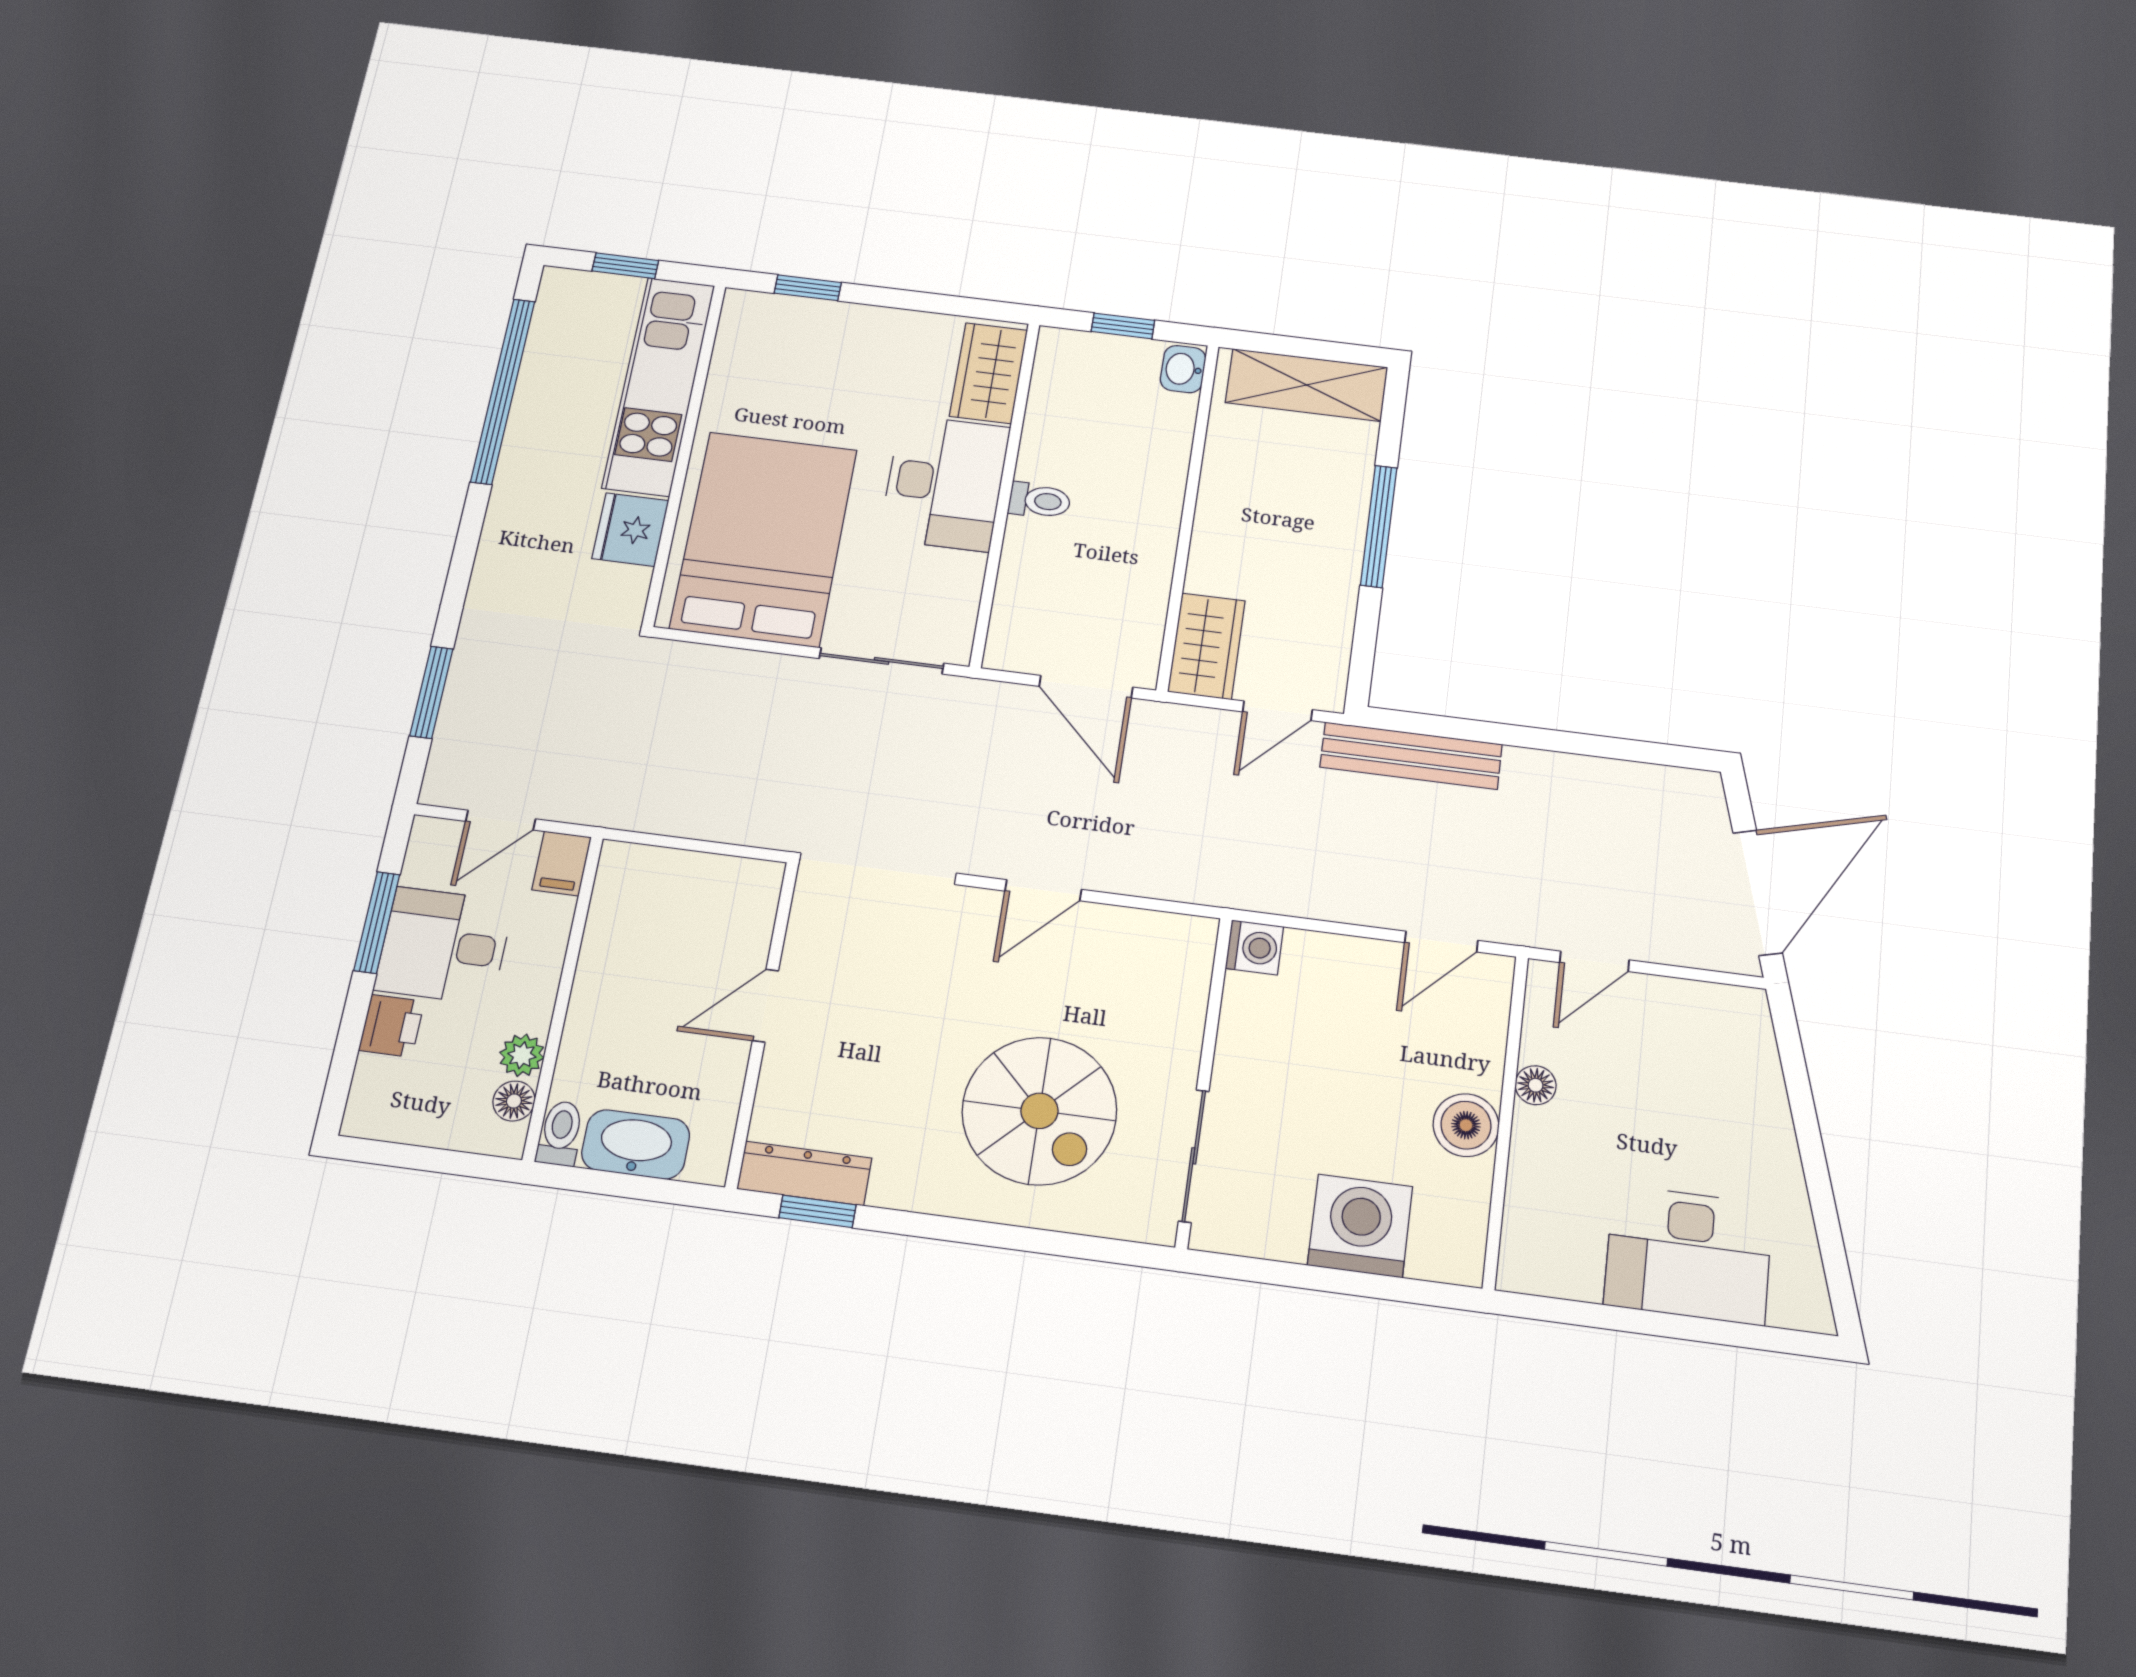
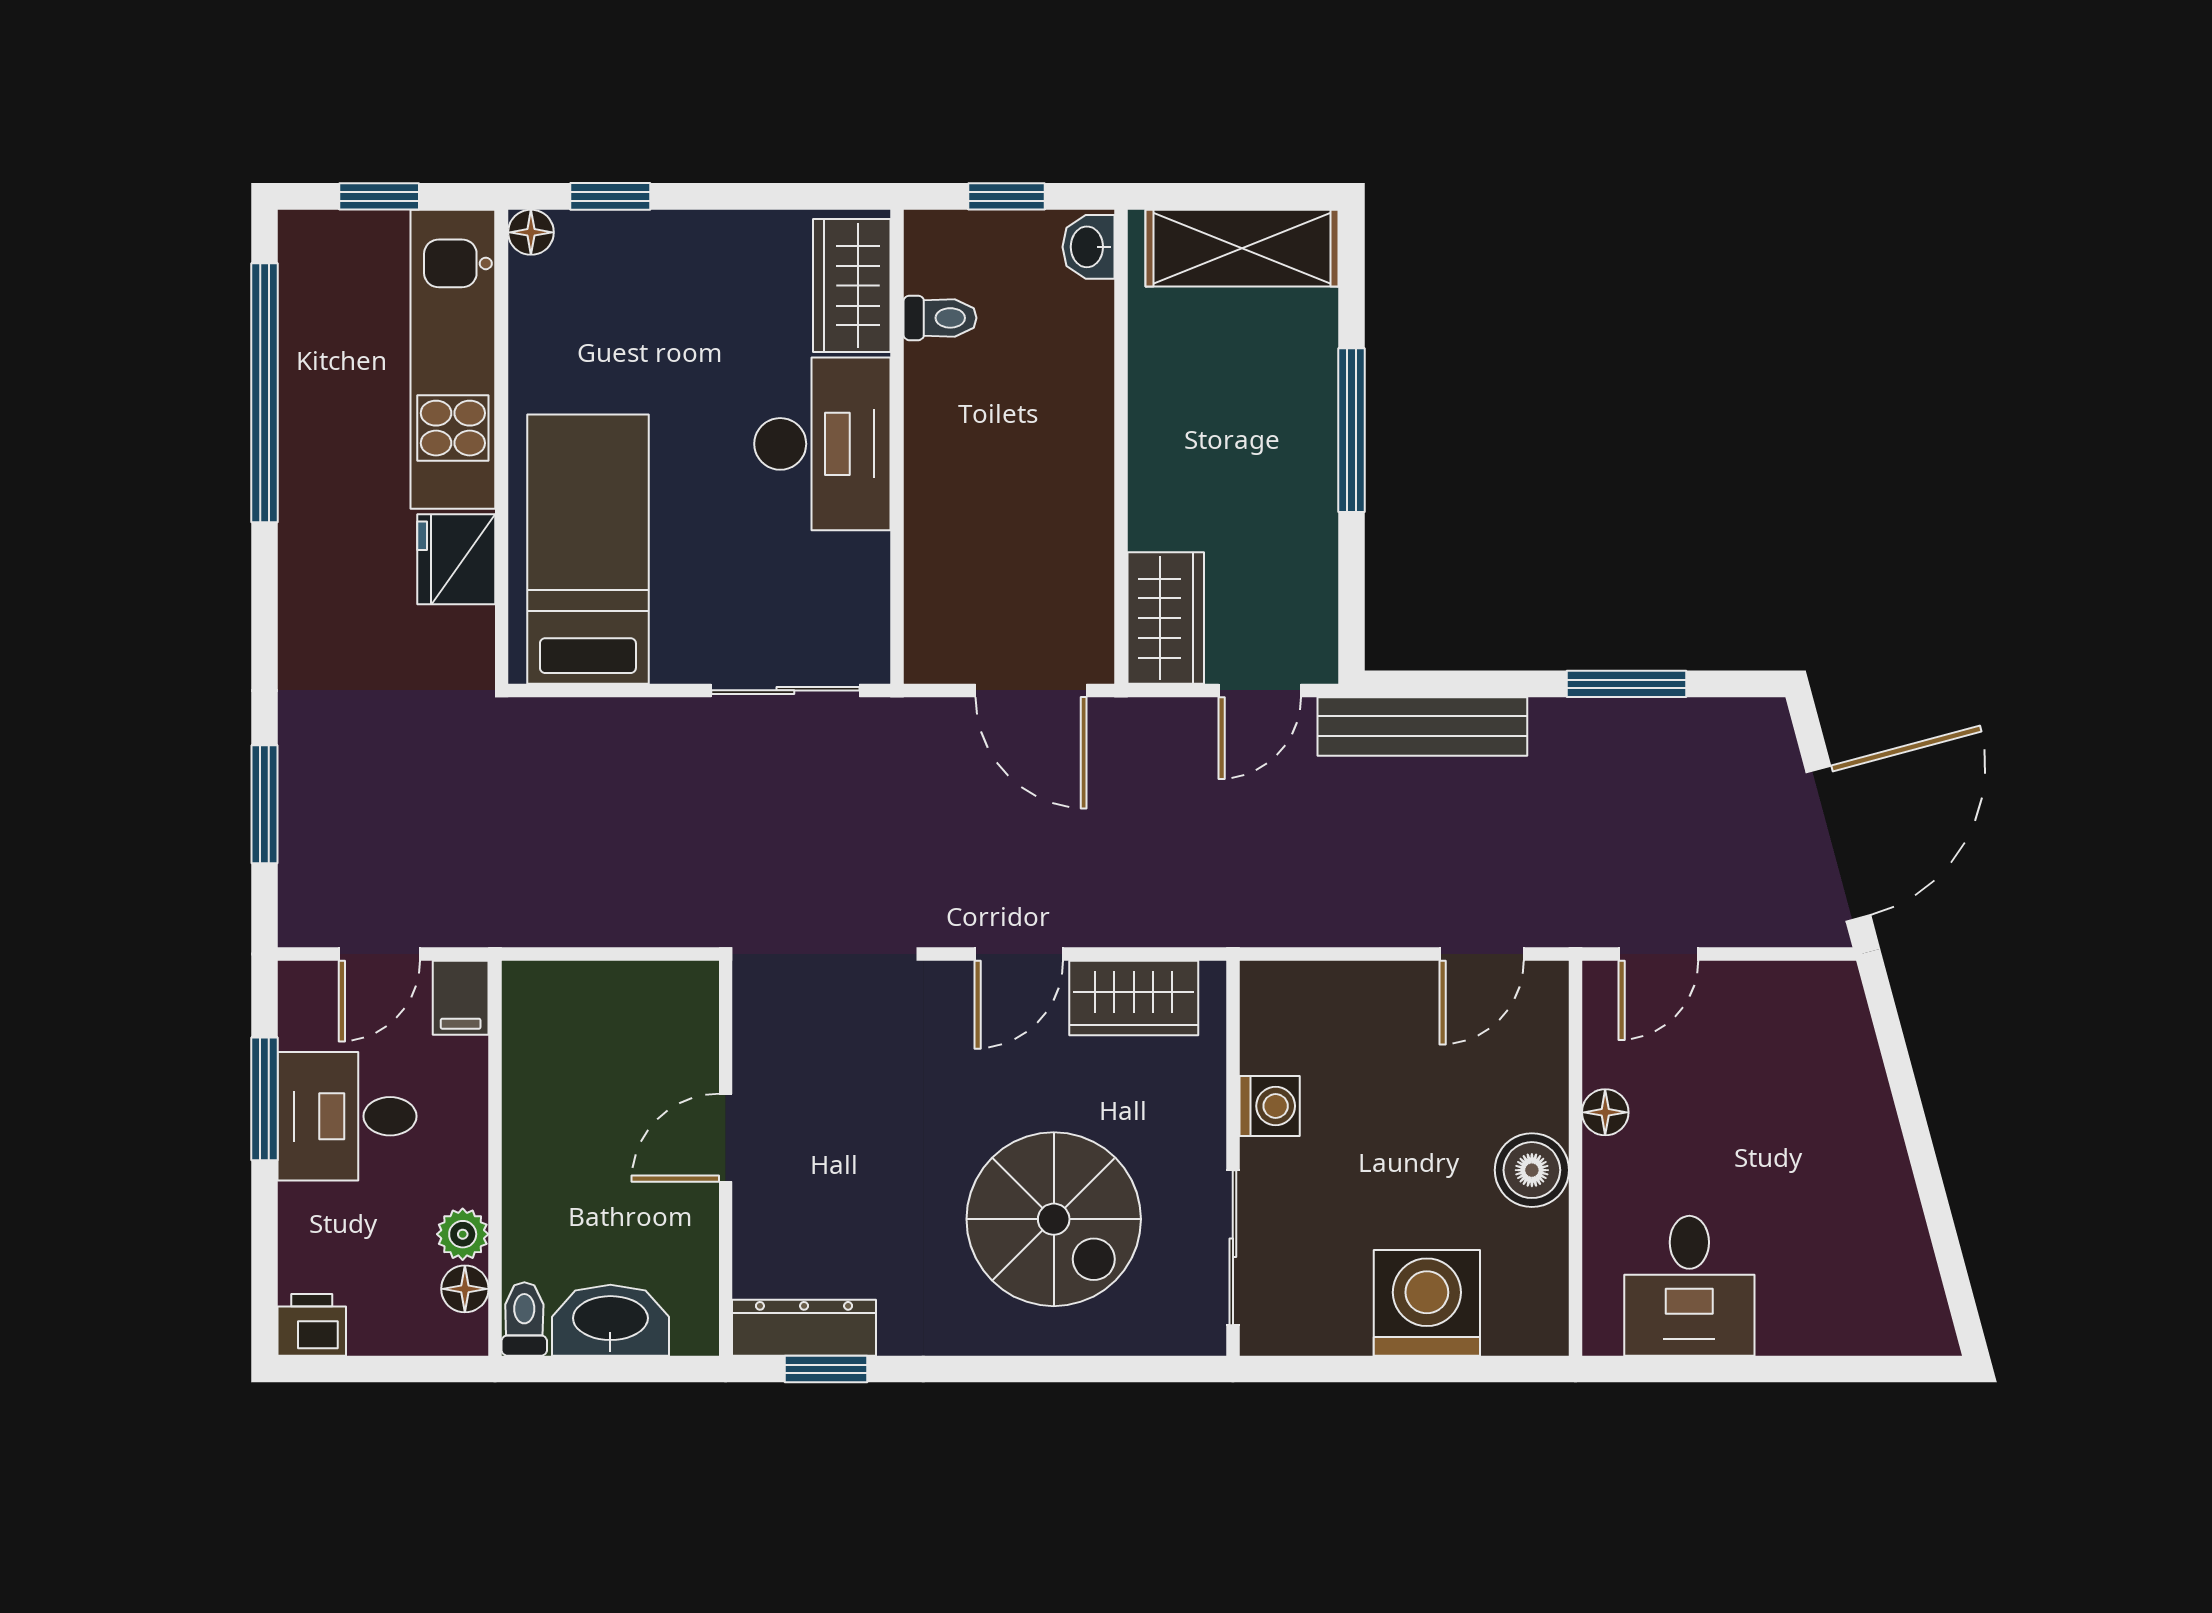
floor lamp: (740, 305) -> (531, 232), added
toilet: (1040, 501) -> (940, 318), moved
bed: (764, 539) -> (588, 549), width x0.67
window: (1587, 745) -> (1626, 684), added
wardrobe: (1137, 938) -> (1134, 998), added
washing machine: (1254, 947) -> (1270, 1106), moved
printer: (391, 1026) -> (312, 1325), moved, turned -90
desk: (1688, 1255) -> (1689, 1286), moved, width x0.73

